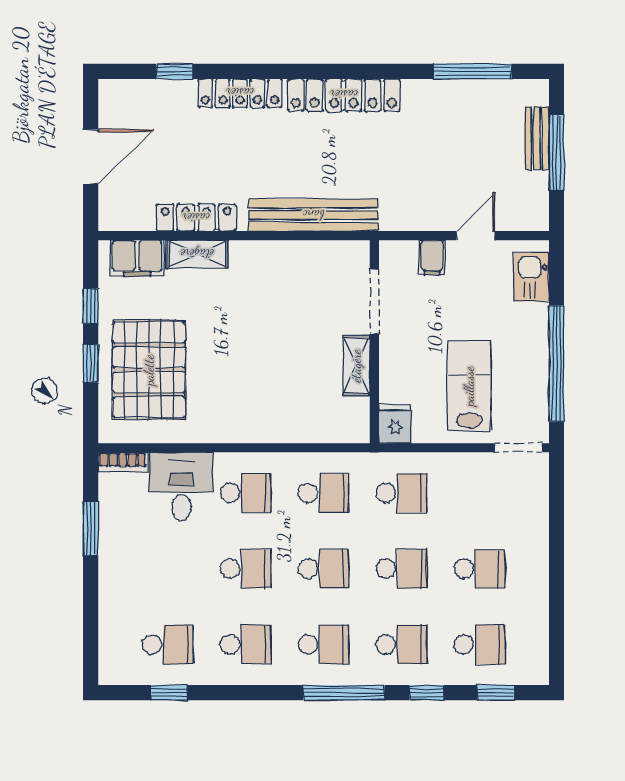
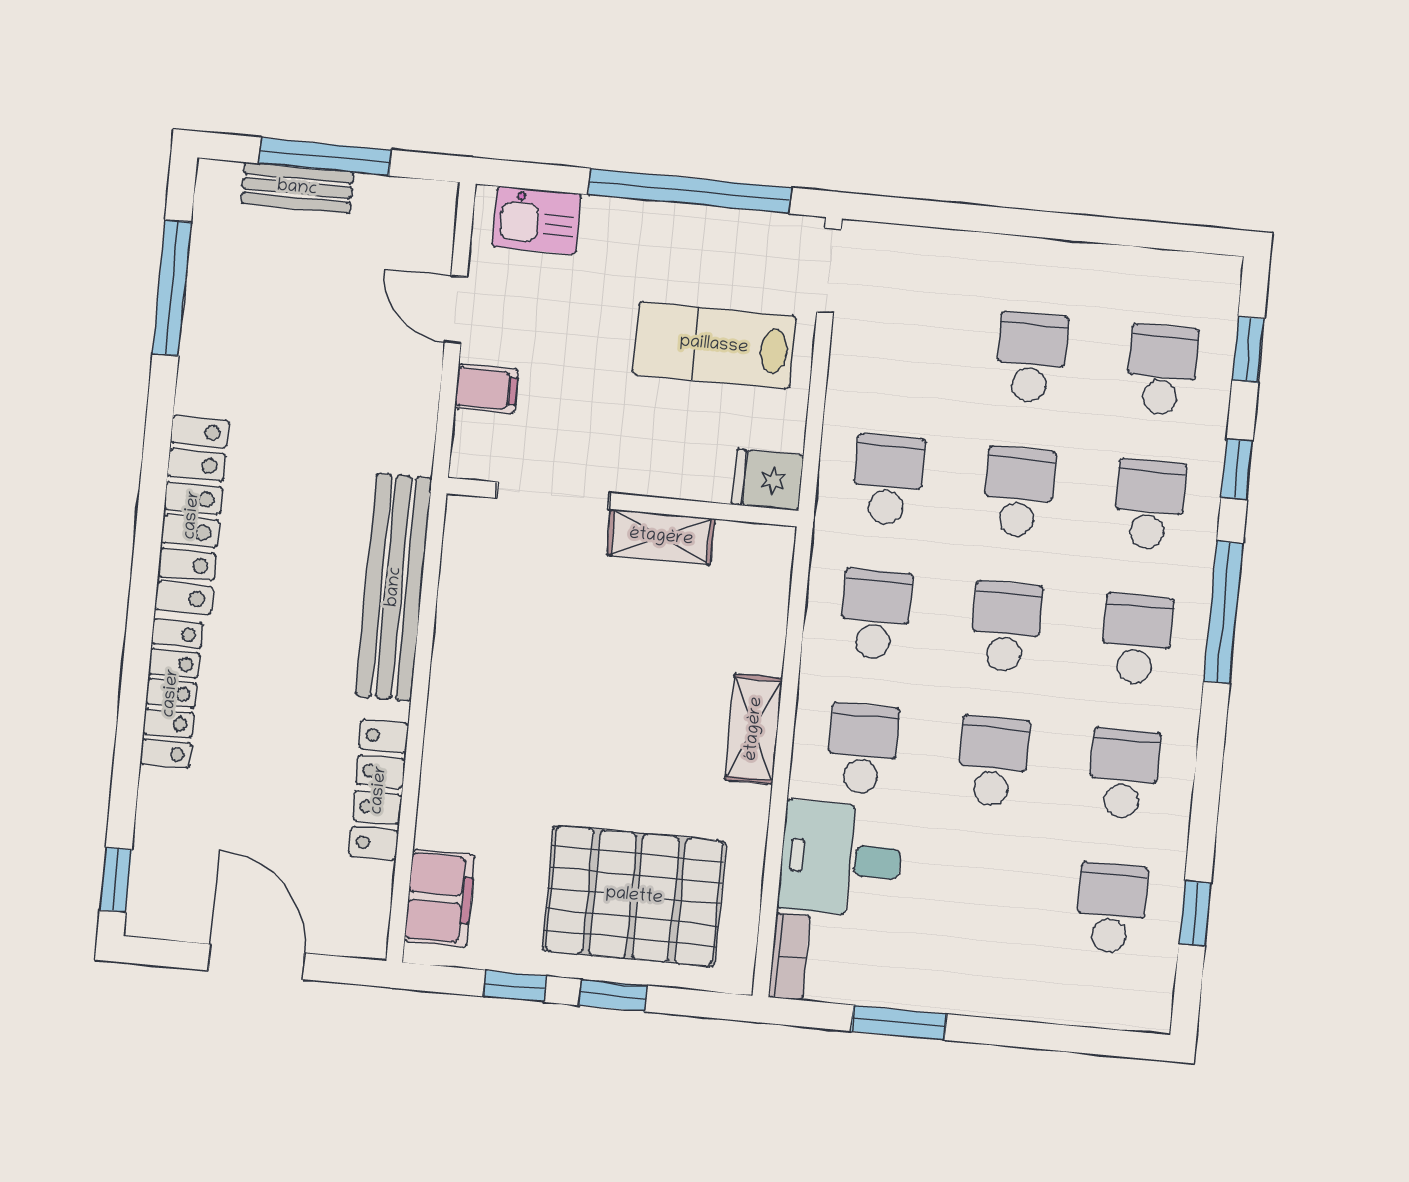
window: (175, 71) -> (116, 880), moved
shelving: (197, 254) -> (754, 729), moved

